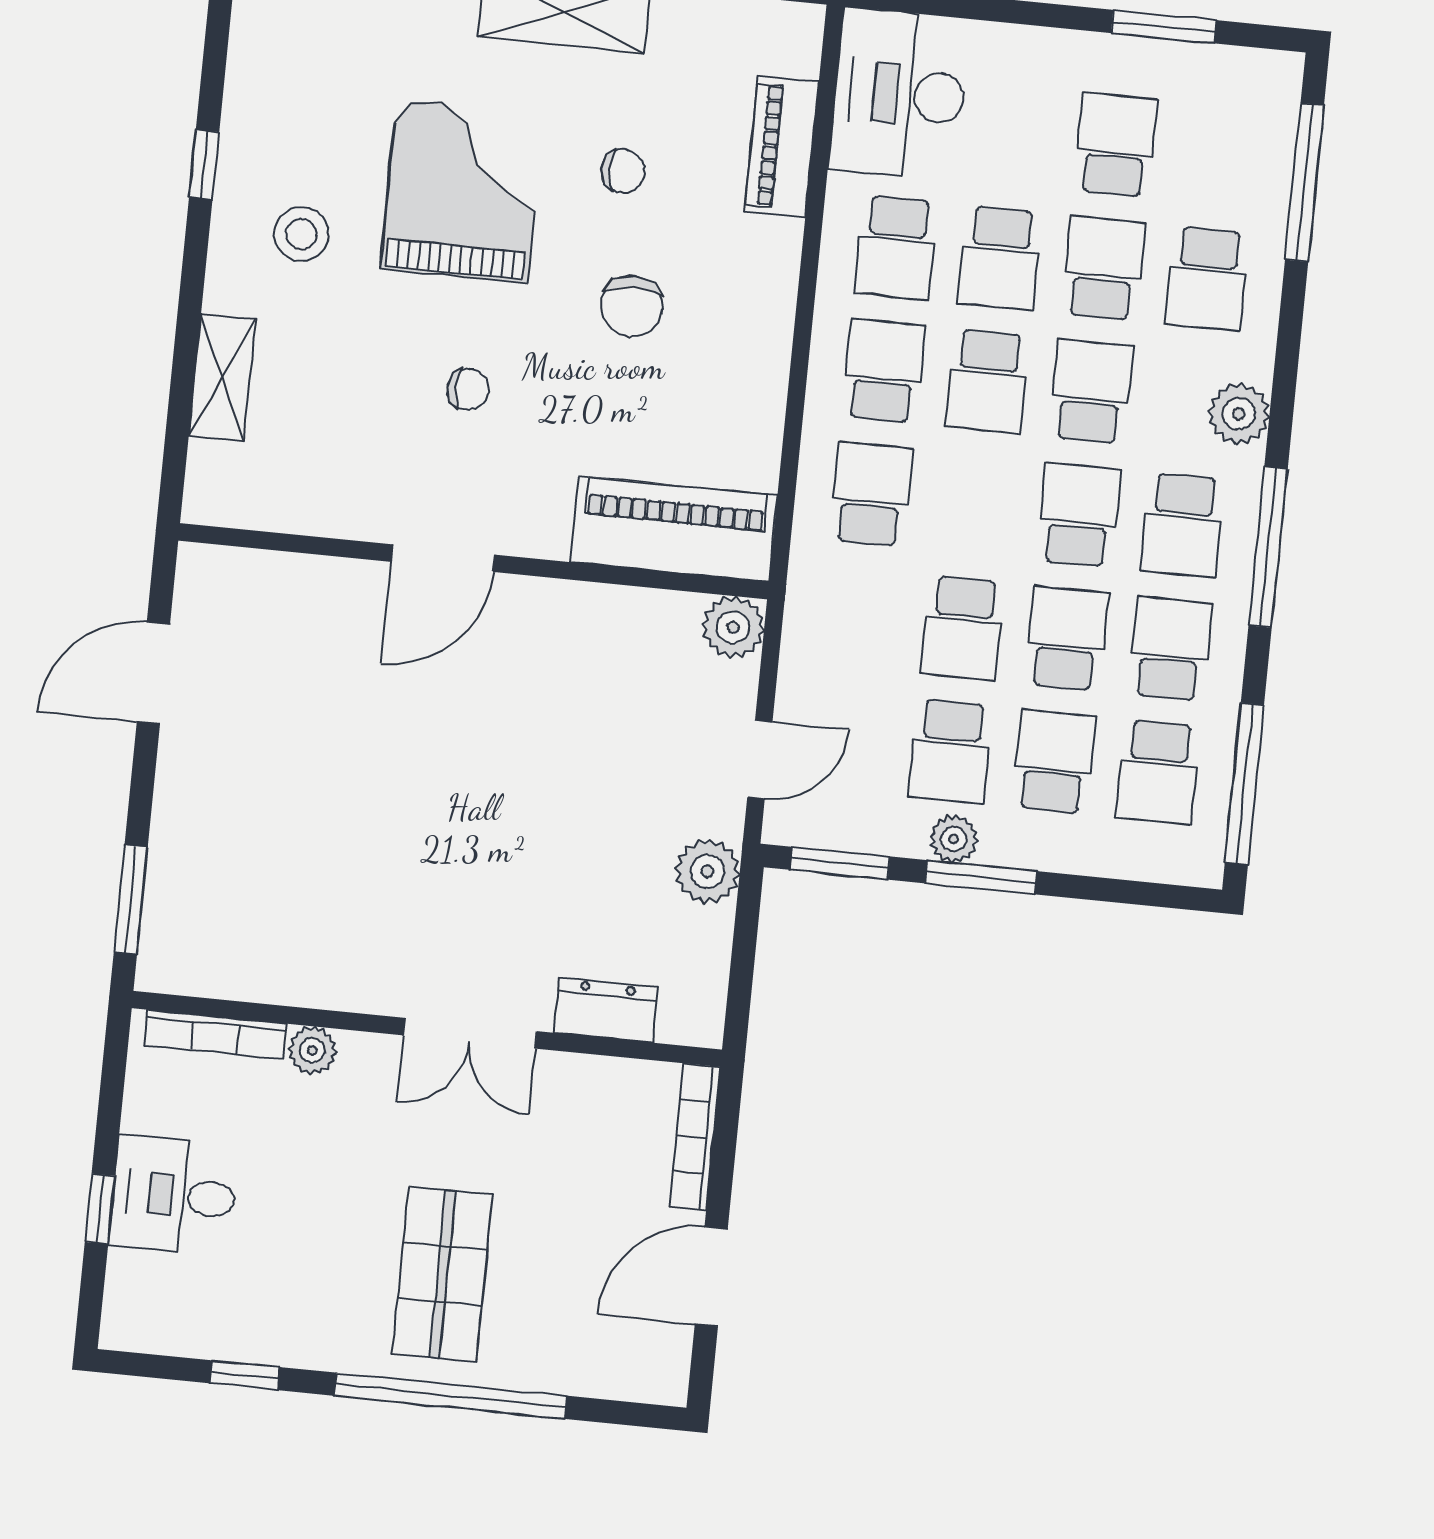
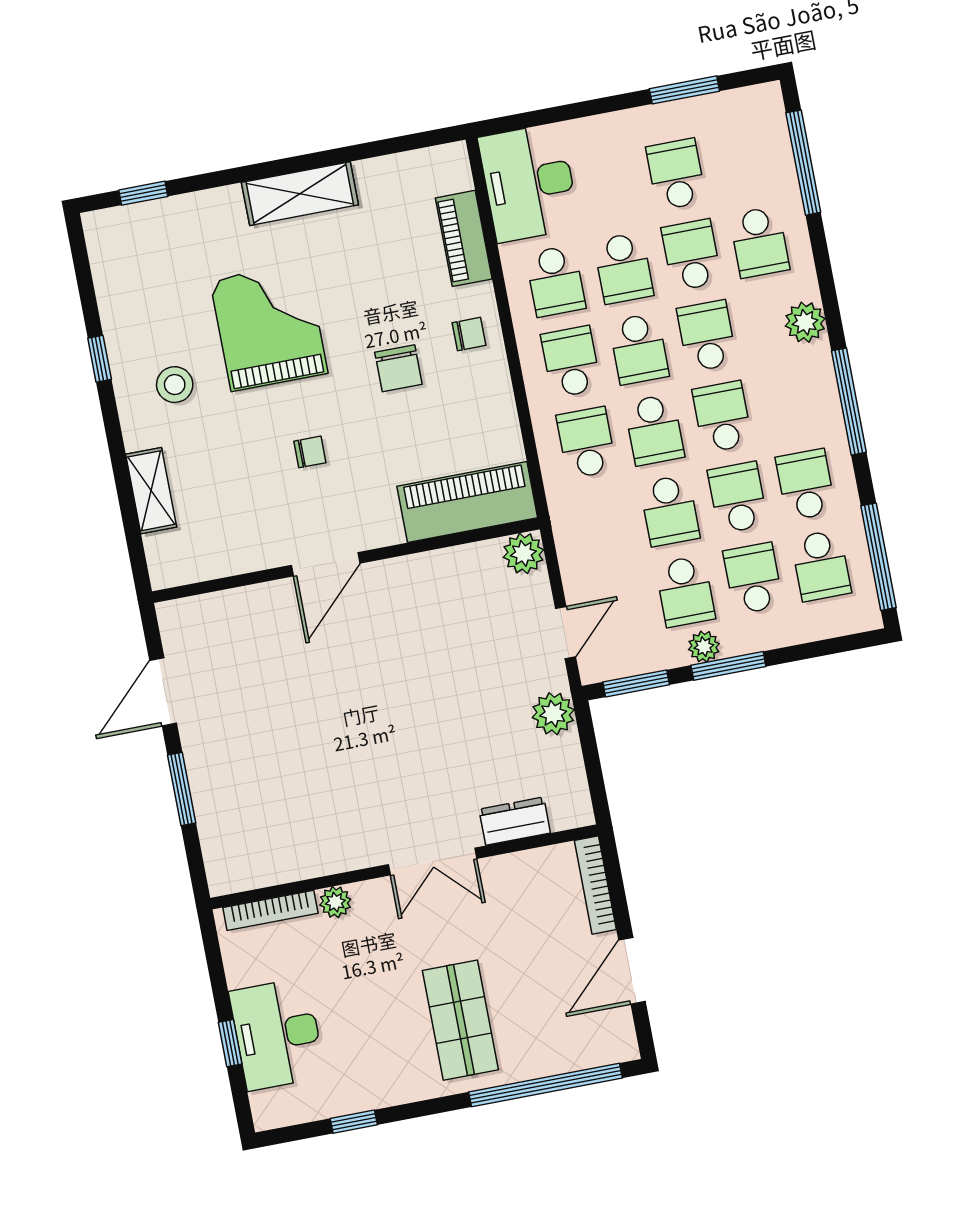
chair: (623, 171) -> (469, 334), moved
school desk: (1182, 525) -> (654, 430), moved
window: (131, 900) -> (182, 789), moved
desk: (174, 1195) -> (277, 1034), width x1.37
window: (451, 1396) -> (546, 1085), moved

